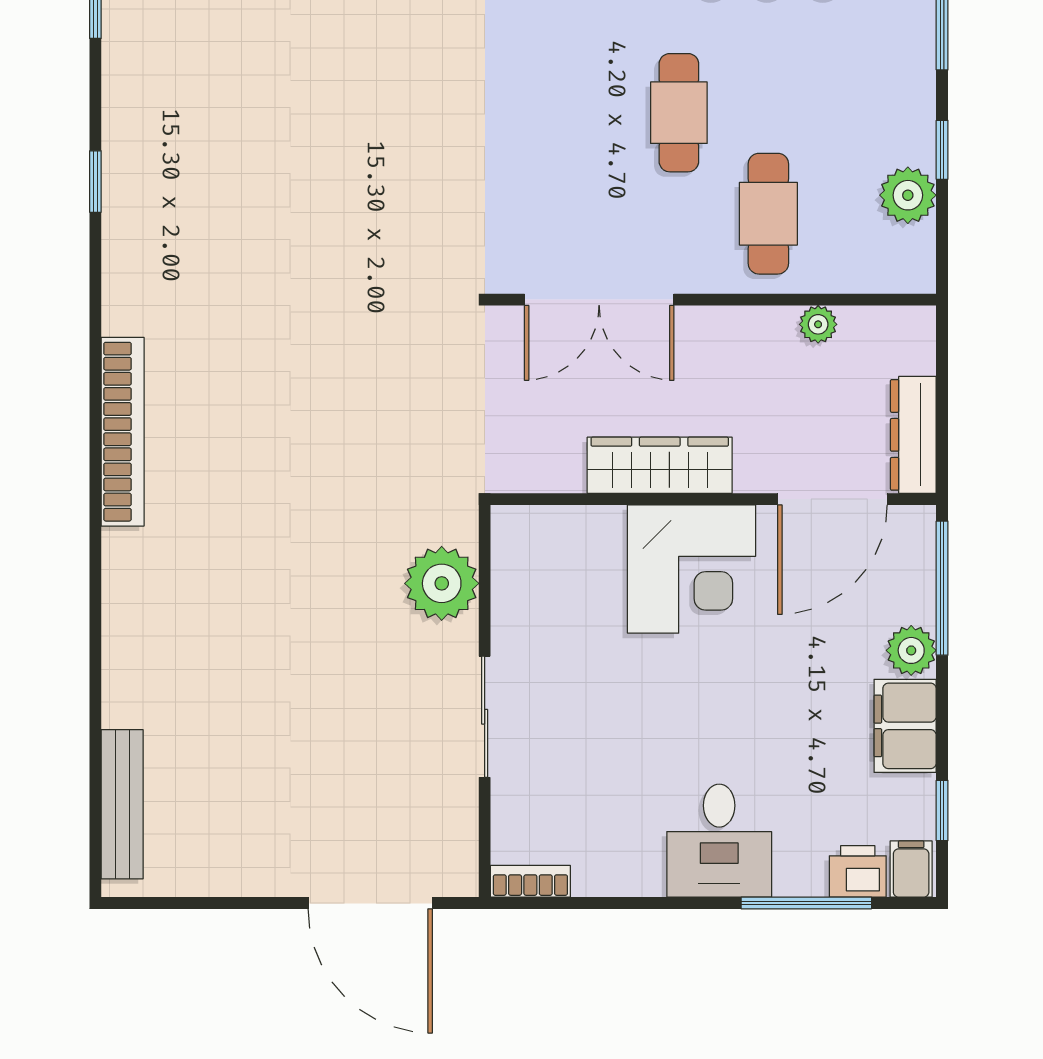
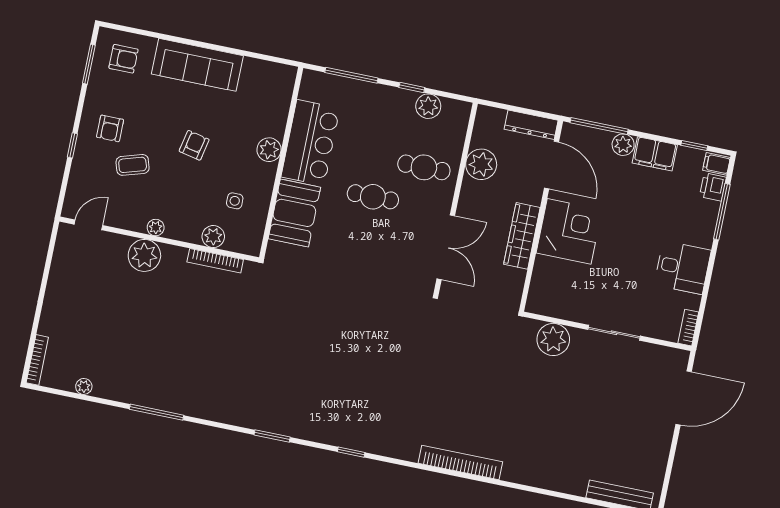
plant: (818, 324) -> (481, 164), width x1.88, depth x1.88
desk: (719, 841) -> (683, 267), moved

